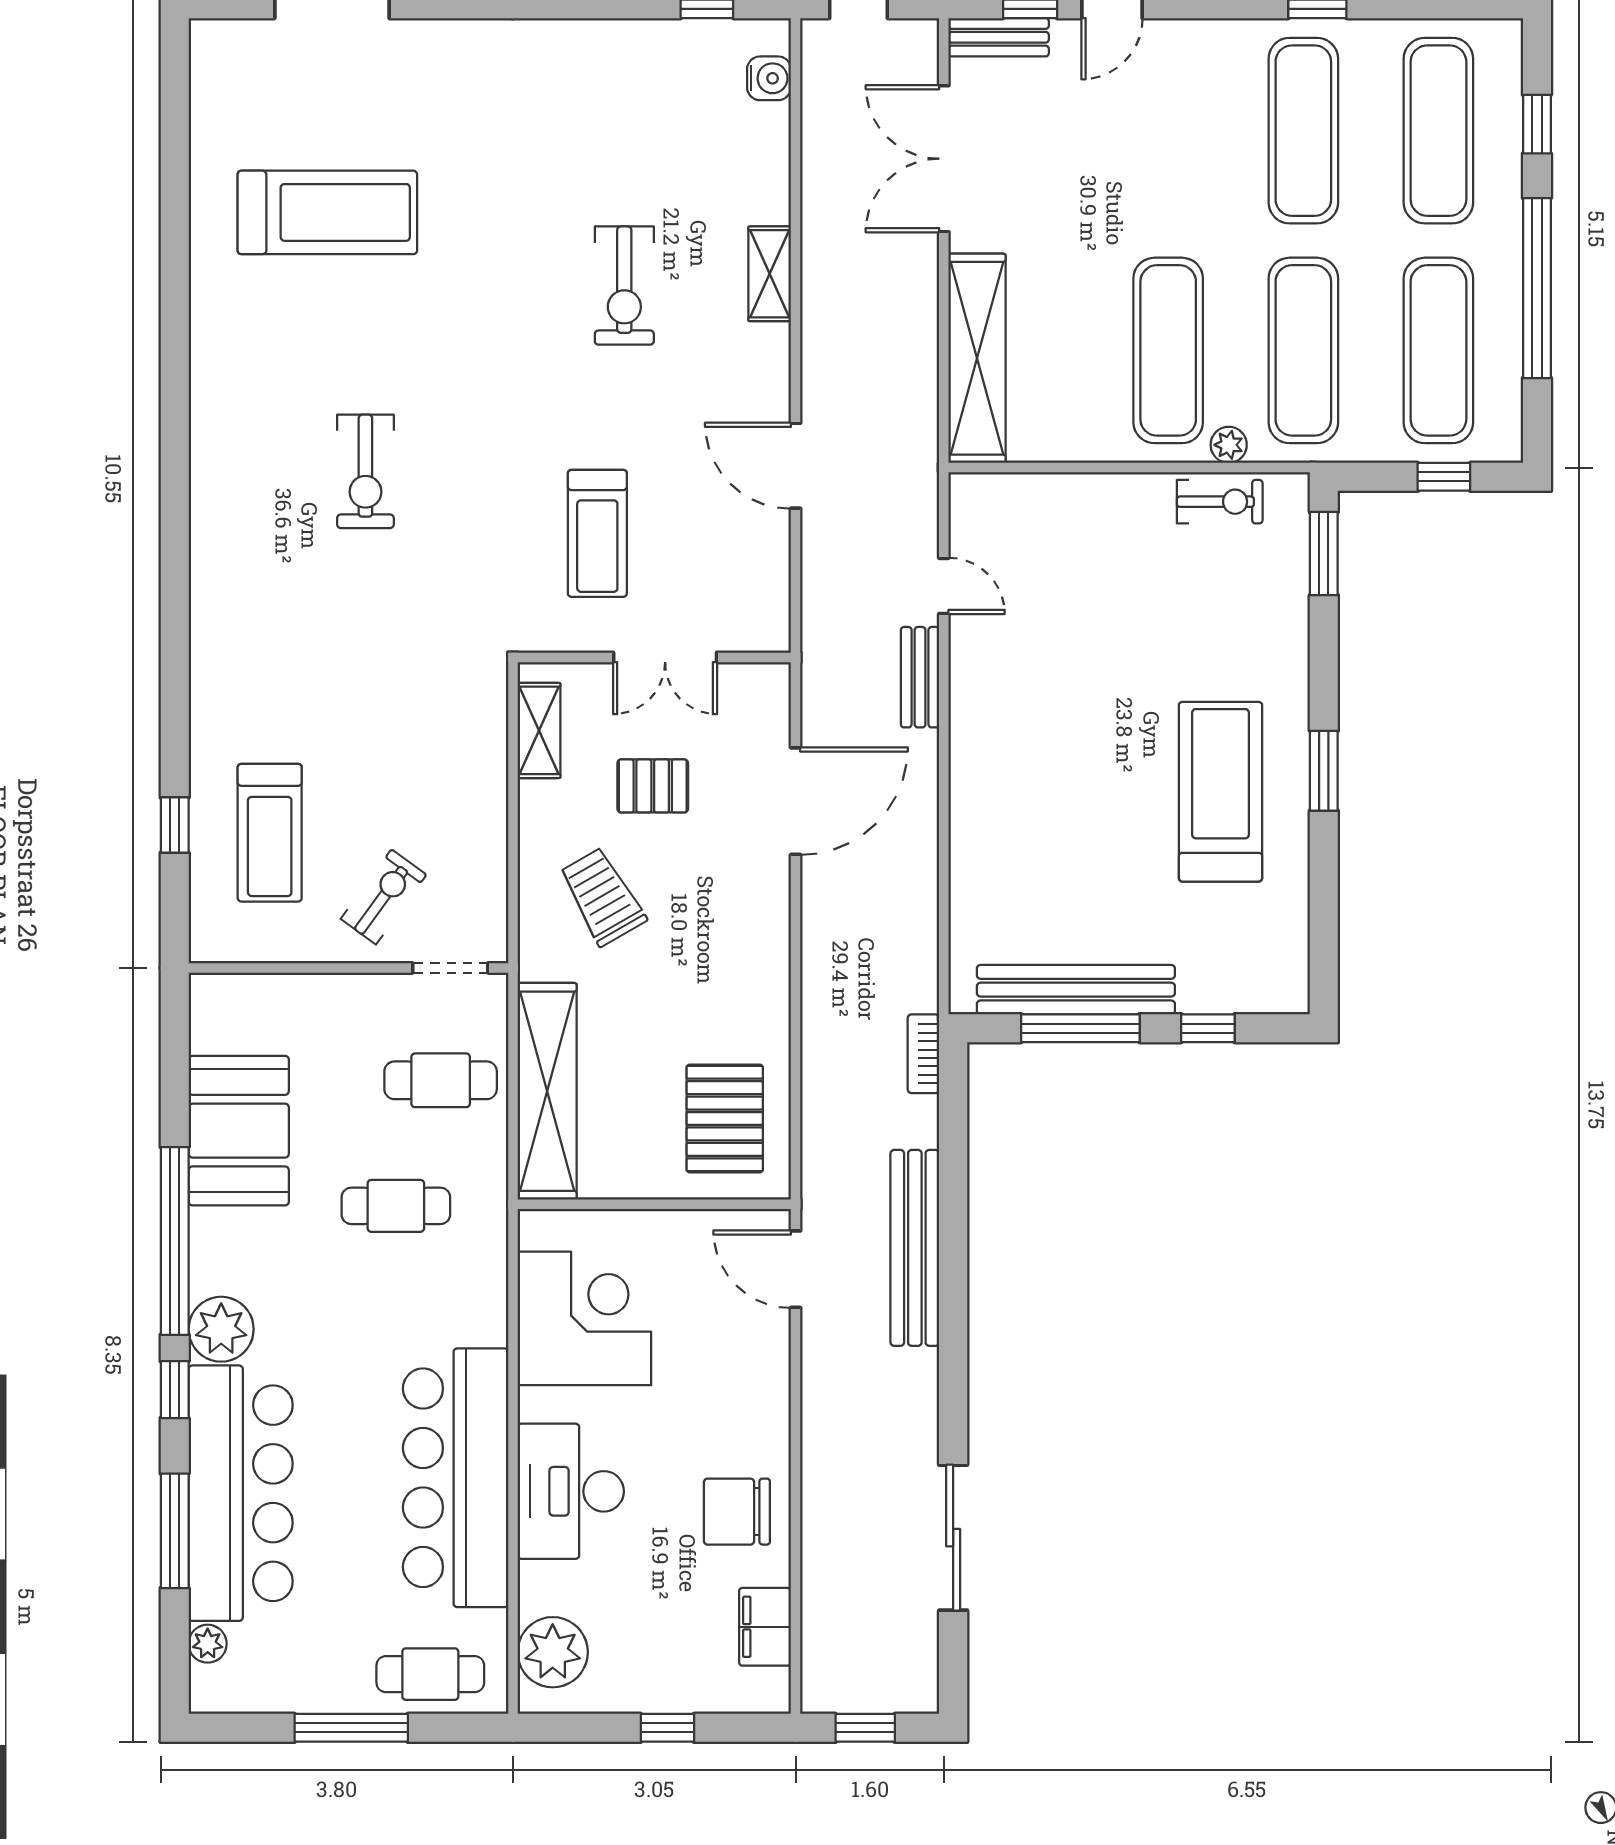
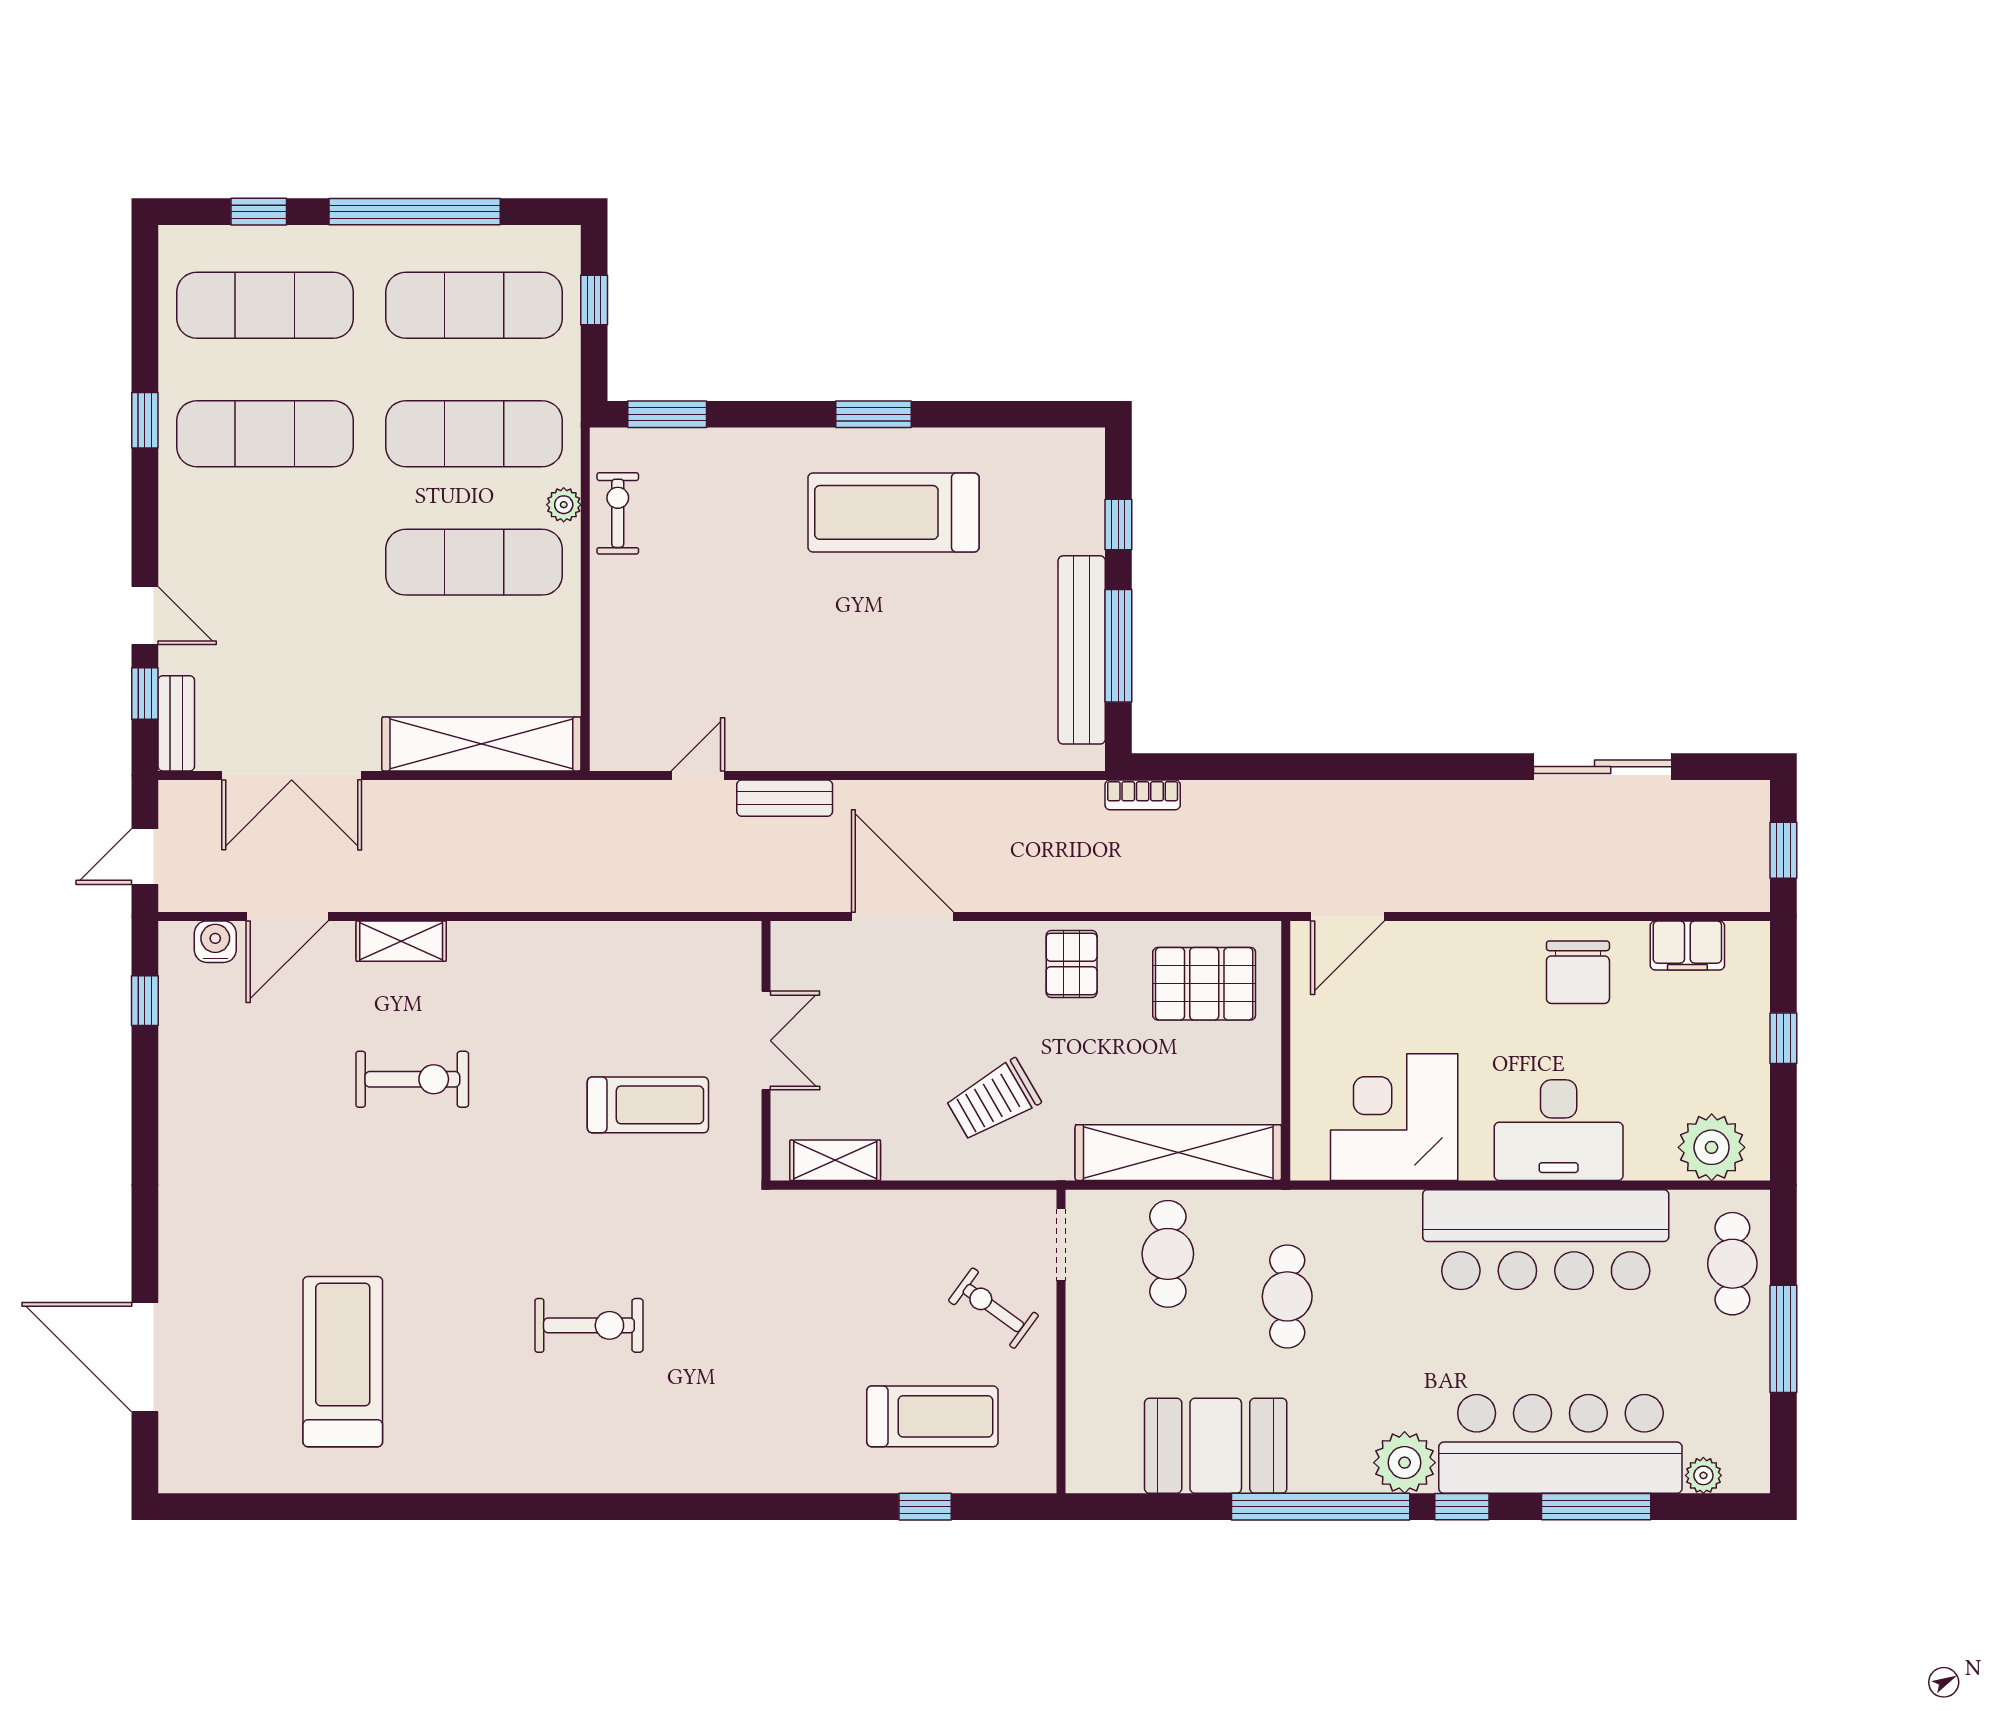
door: (796, 466) -> (287, 916), moved
pallet: (653, 786) -> (1072, 964), moved
bench: (915, 1248) -> (1327, 803), removed

